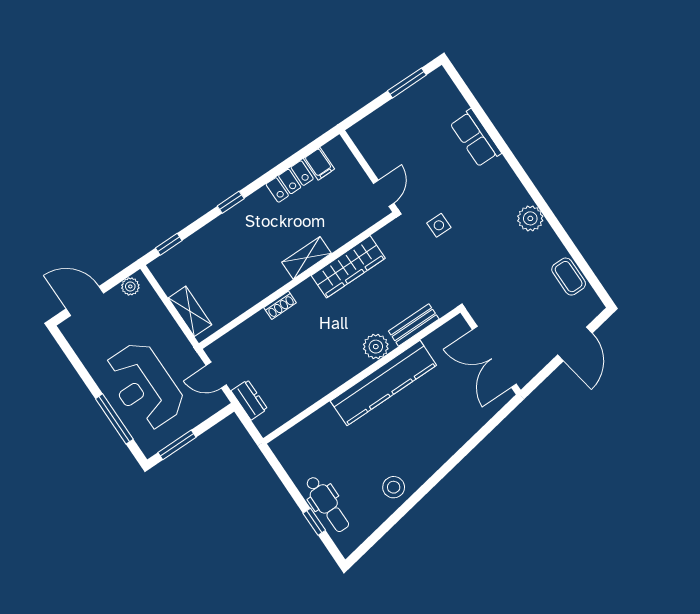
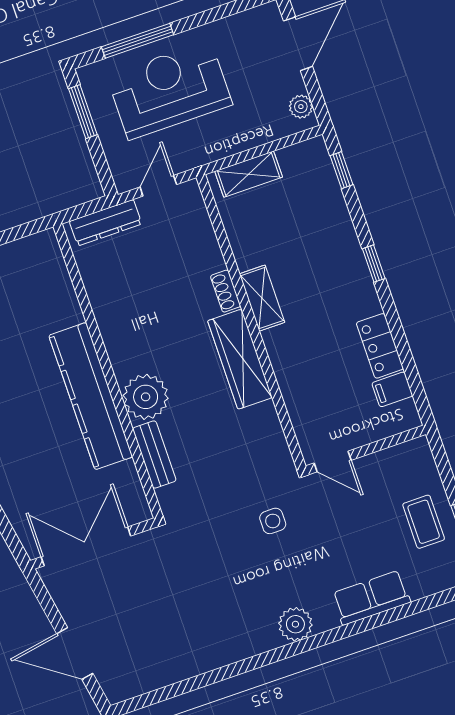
plant: (530, 218) -> (295, 624), moved
shelving: (307, 258) -> (262, 298), moved
wardrobe: (348, 267) -> (240, 359), moved
coffee table: (569, 277) -> (424, 522), moved, turned 90
plant: (376, 347) -> (146, 397), width x1.36, depth x1.36
dresser: (249, 400) -> (106, 223), width x1.44

